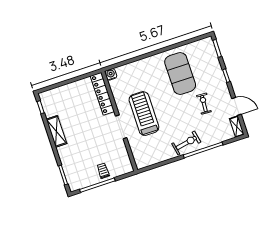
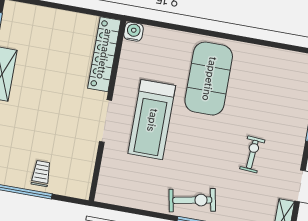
exercise mat: (180, 73) -> (209, 79), moved
treadmill: (144, 114) -> (152, 120), turned 180

